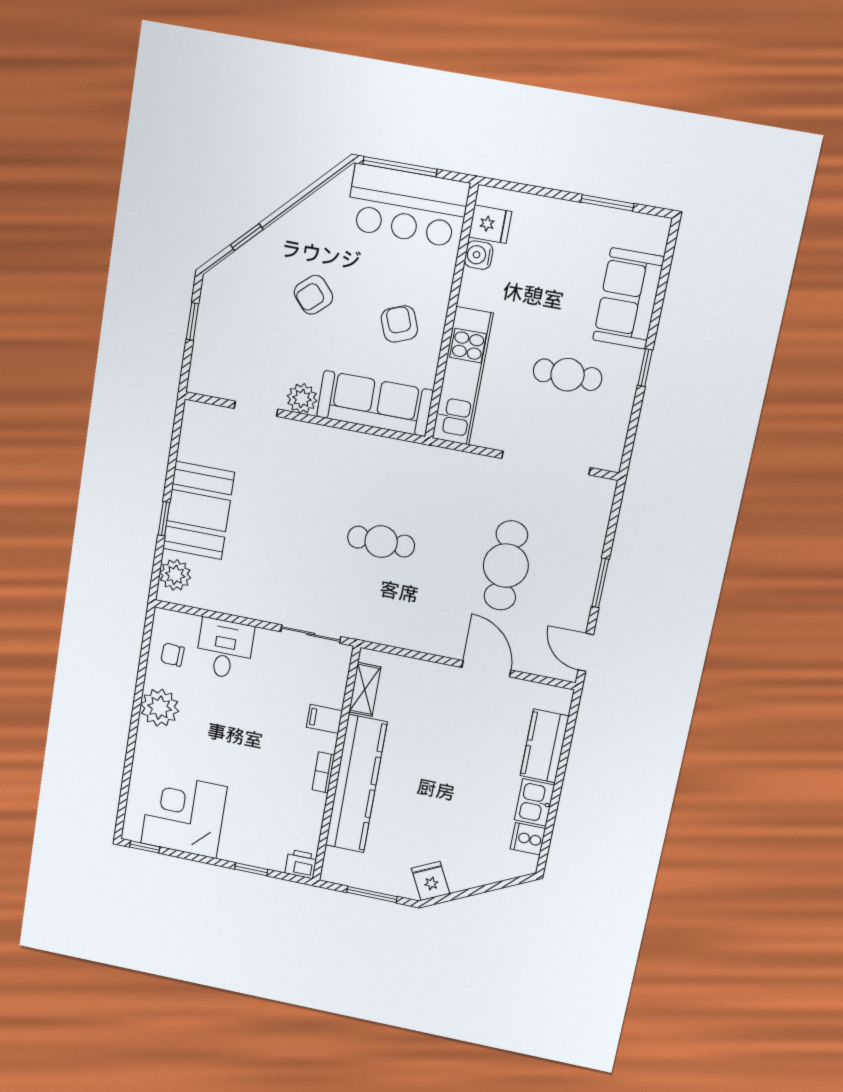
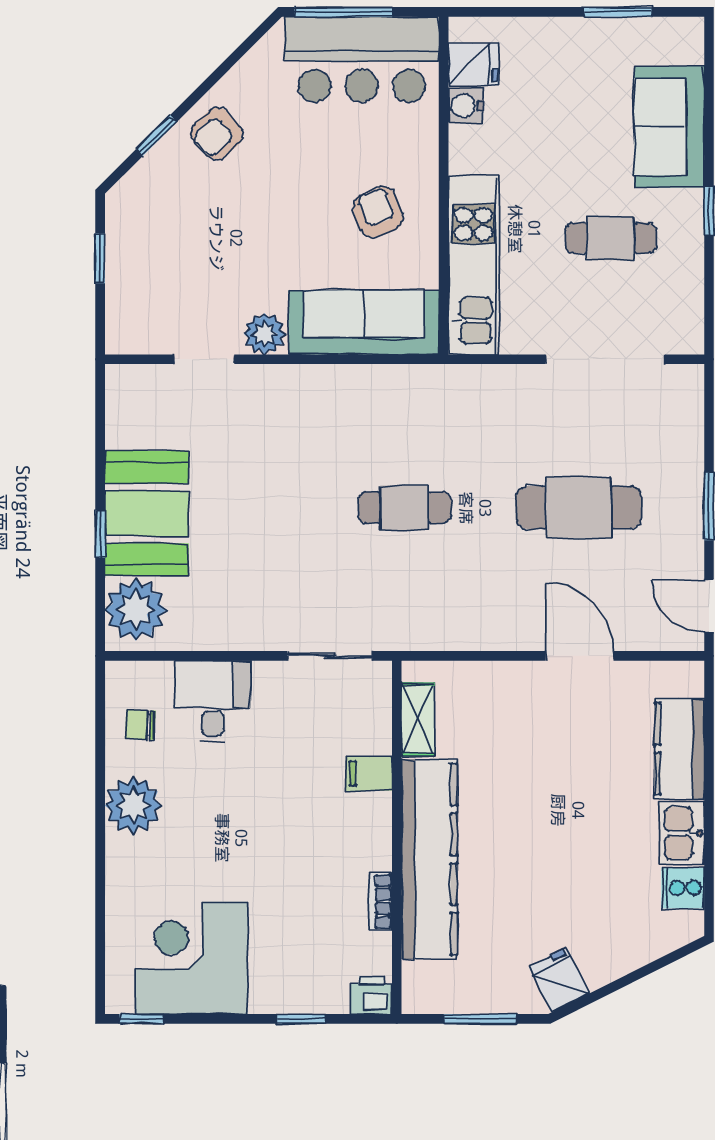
armchair: (313, 295) -> (217, 134), moved
cafe table: (506, 566) -> (579, 508), turned 90
plant: (175, 575) -> (136, 610), width x1.36, depth x1.36
bookcase: (323, 772) -> (380, 902), moved

